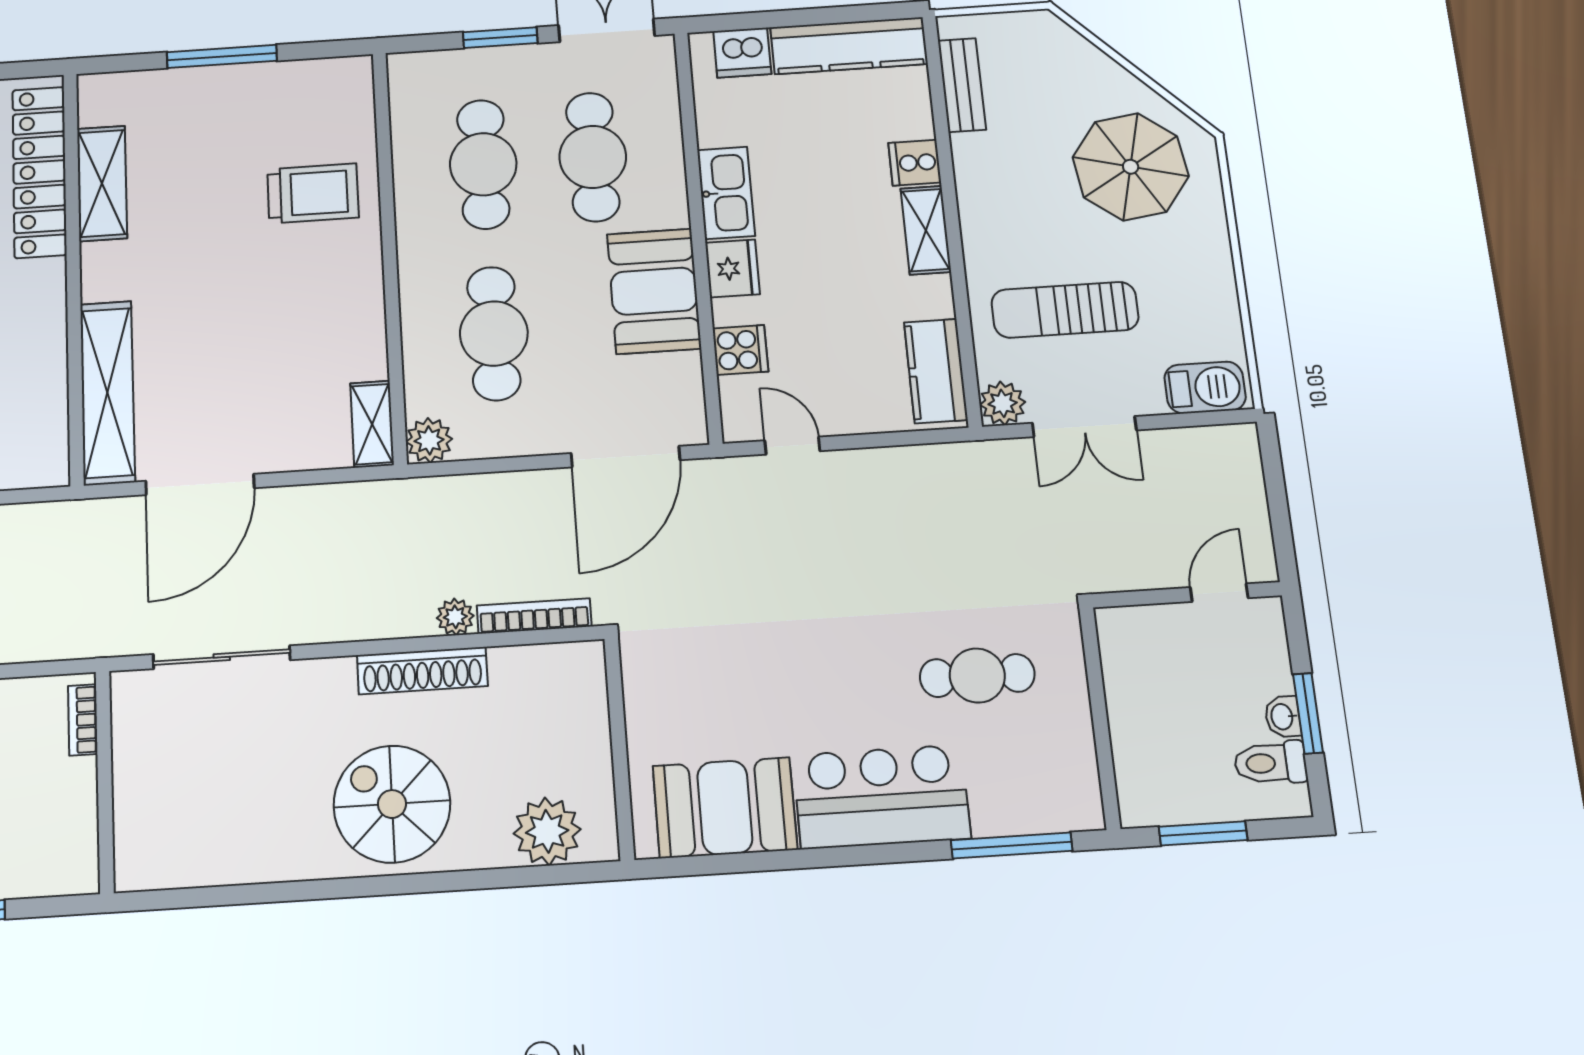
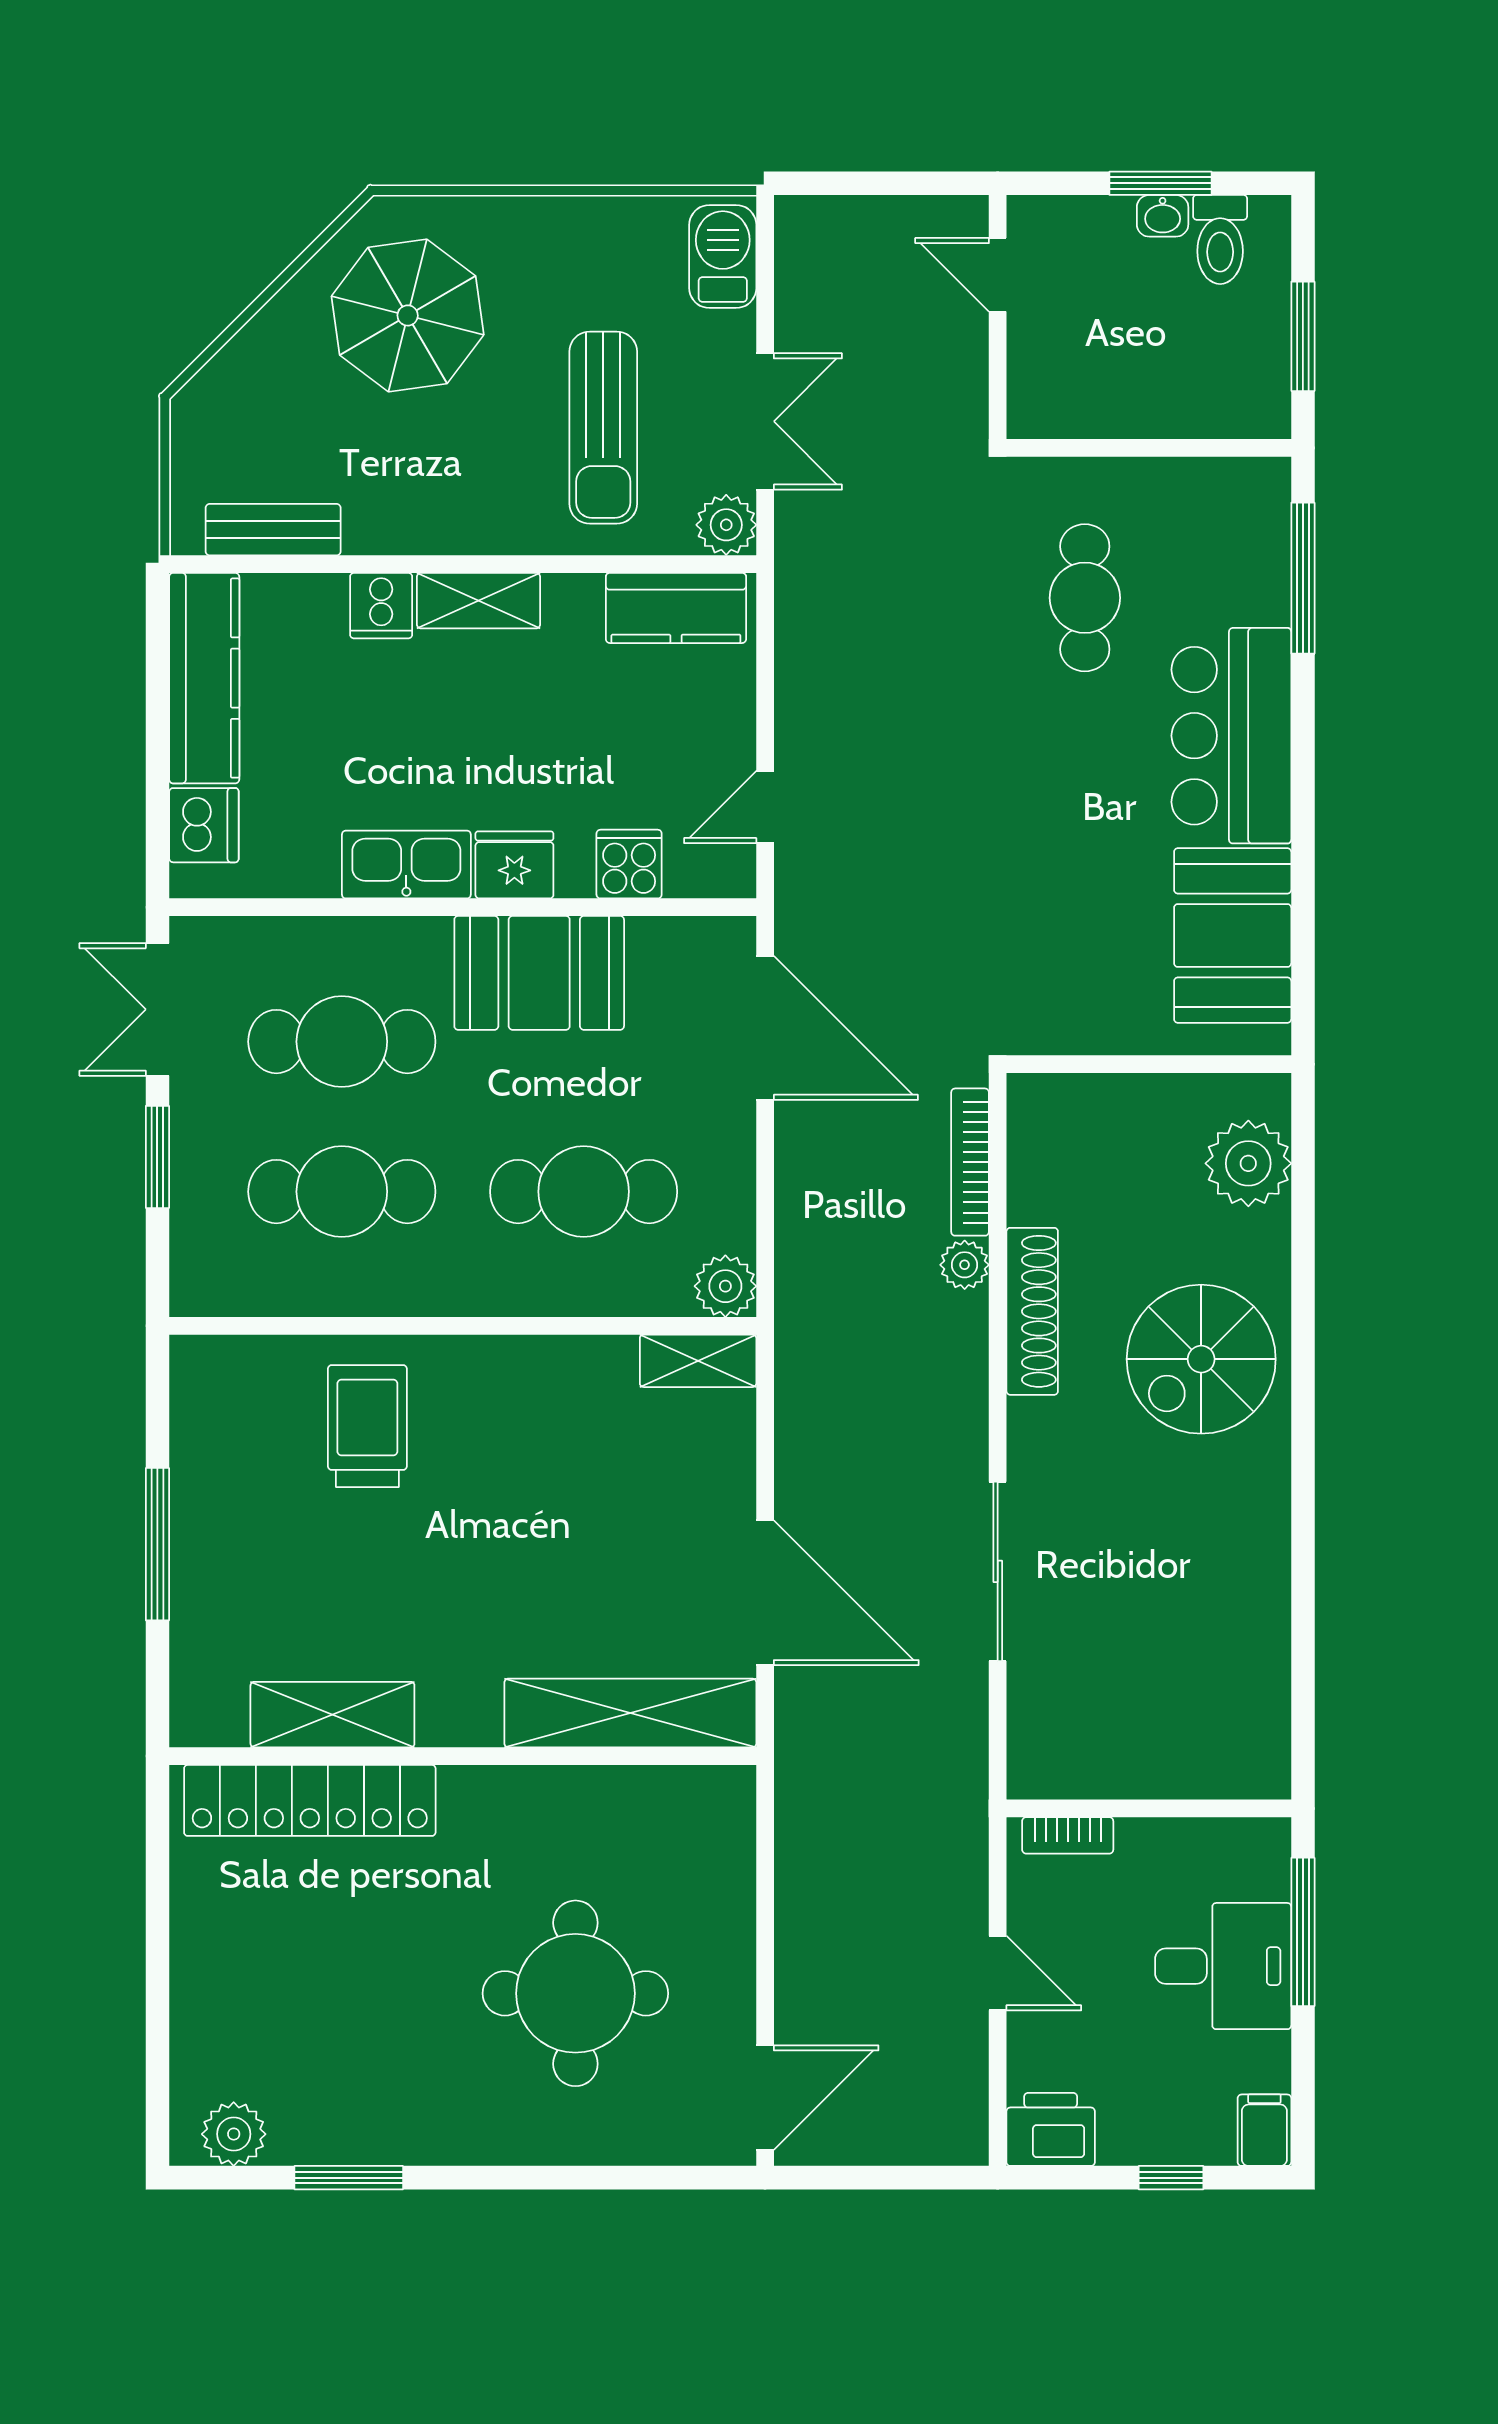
bookcase: (83, 720) -> (1068, 1835), moved
wall: (105, 781) -> (1149, 1808), moved

